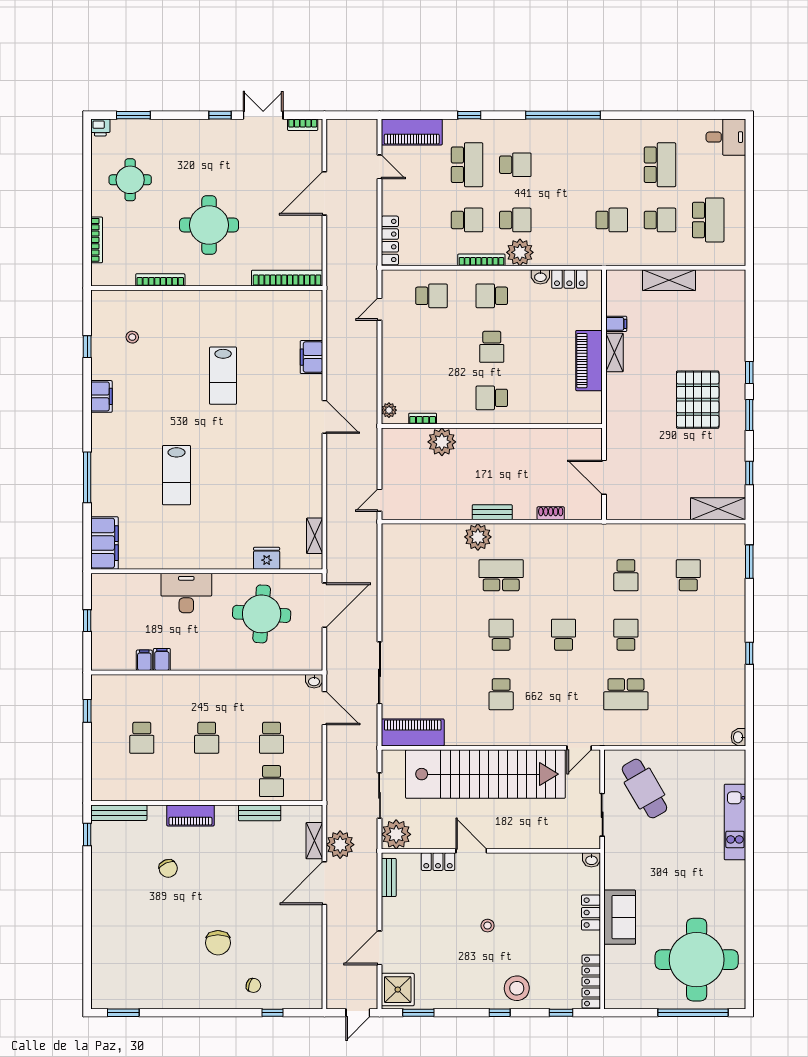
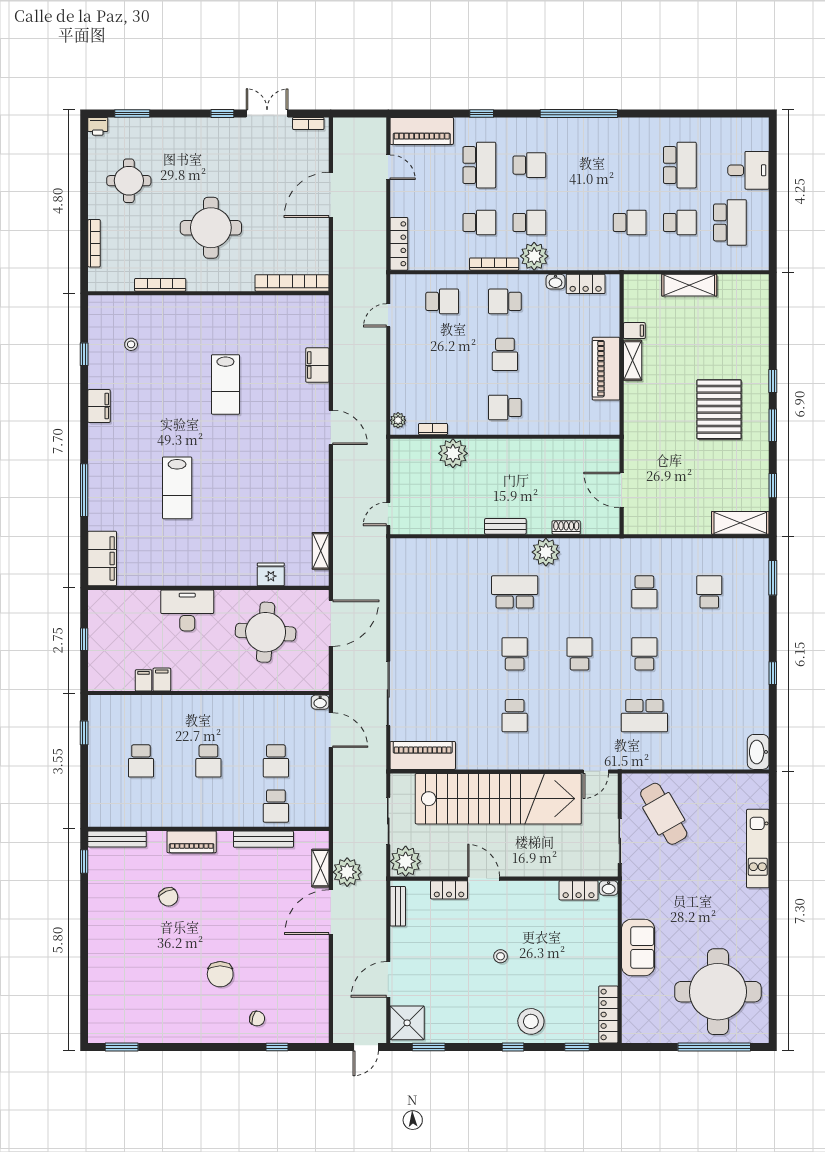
desk: (726, 137) -> (748, 170), moved
plant: (478, 537) -> (546, 552), moved
washbasin: (738, 737) -> (758, 752), width x1.91, depth x1.45
bench: (260, 813) -> (263, 839), width x1.36
locker: (591, 913) -> (579, 890), moved, turned -90

